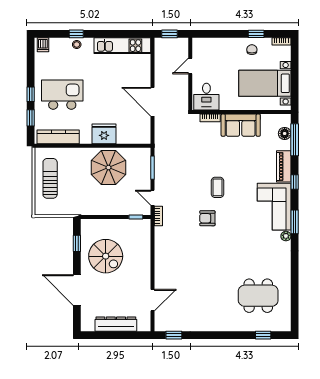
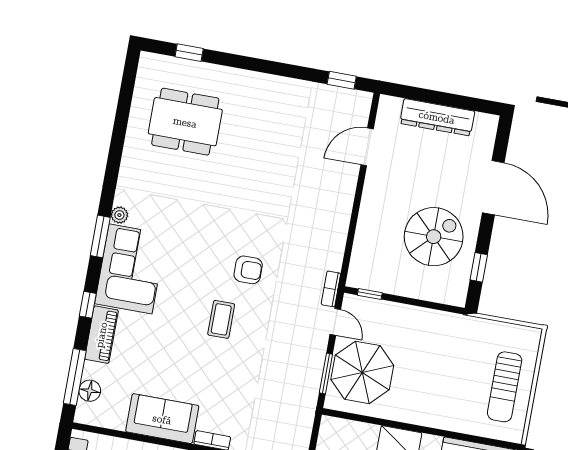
parasol: (108, 168) -> (362, 372), moved
spiral stairs: (106, 256) -> (434, 237), turned 90

